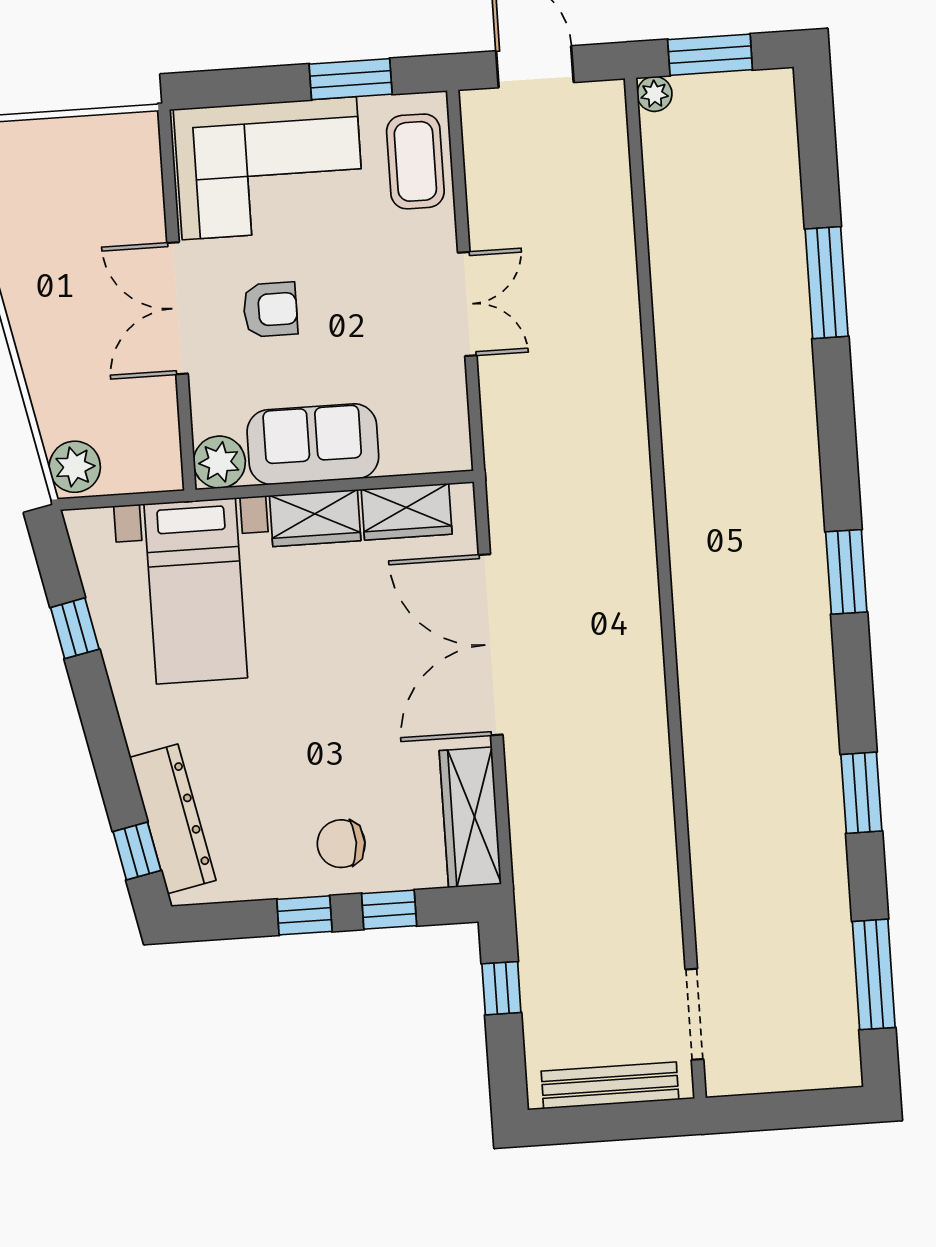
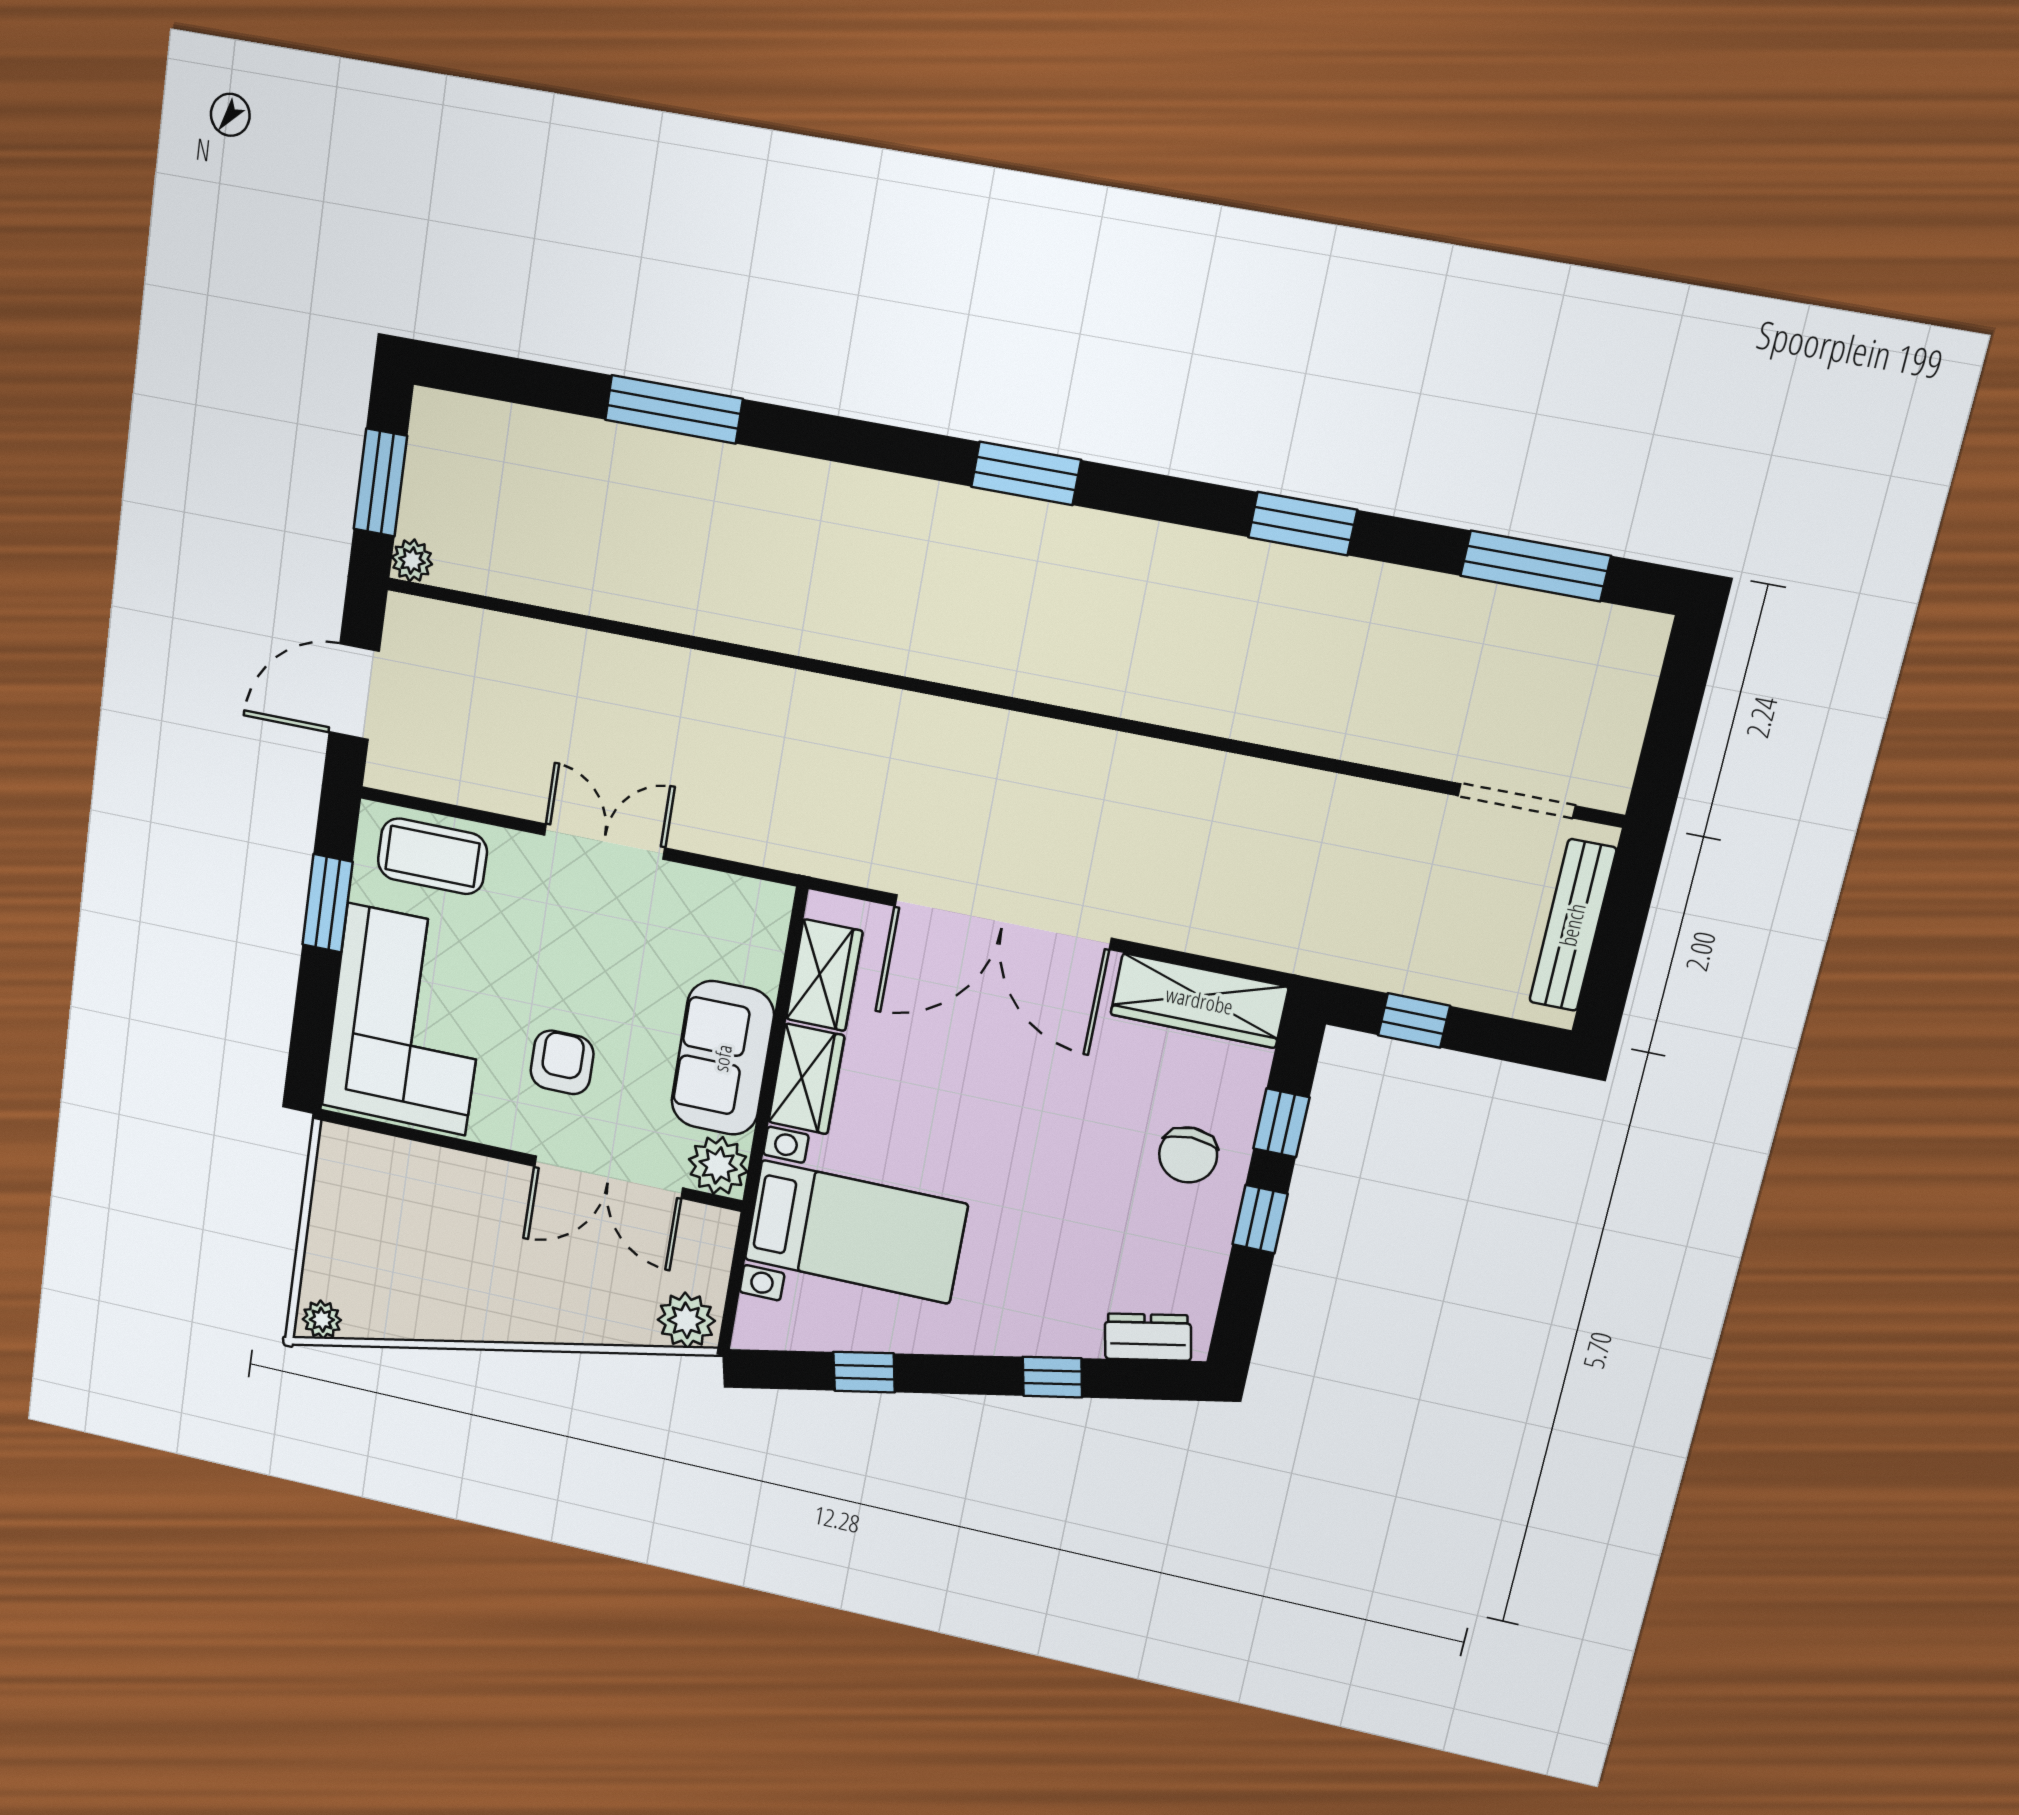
double door: (177, 308) -> (608, 1177), moved
dresser: (173, 819) -> (1148, 1337), width x0.51, depth x0.80
window: (137, 851) -> (1052, 1377), moved

